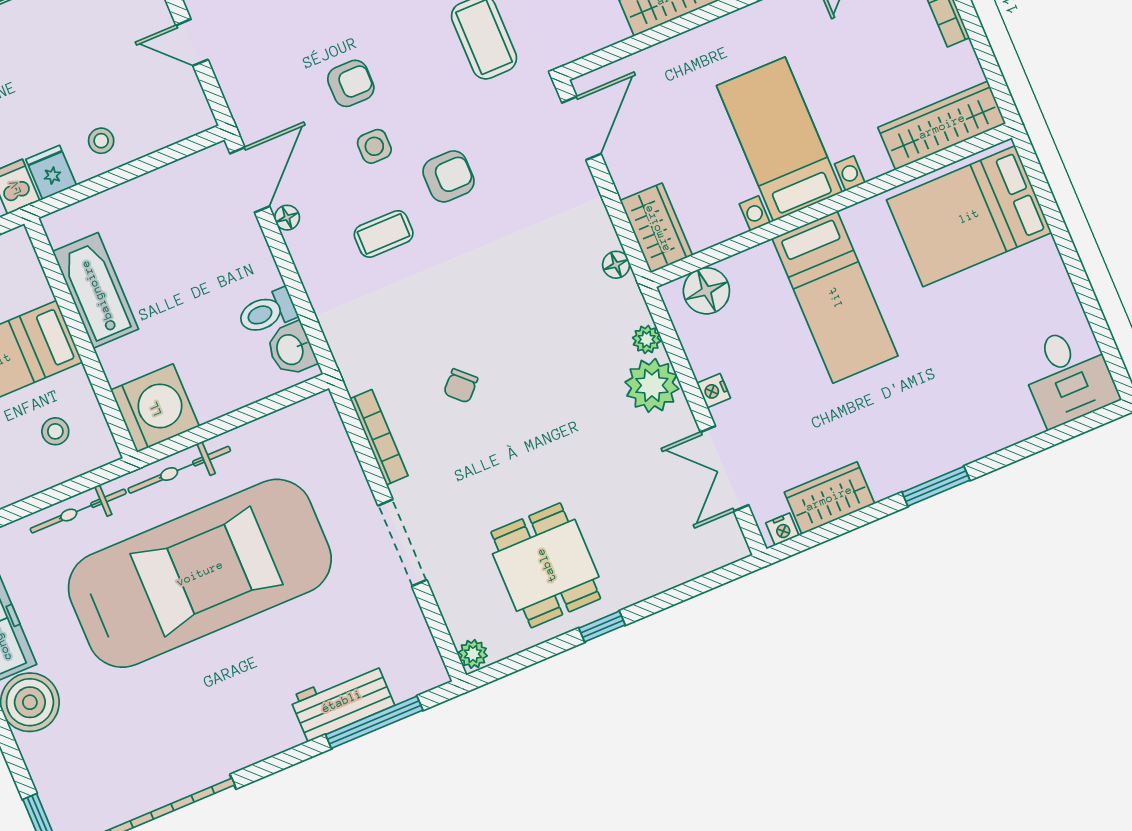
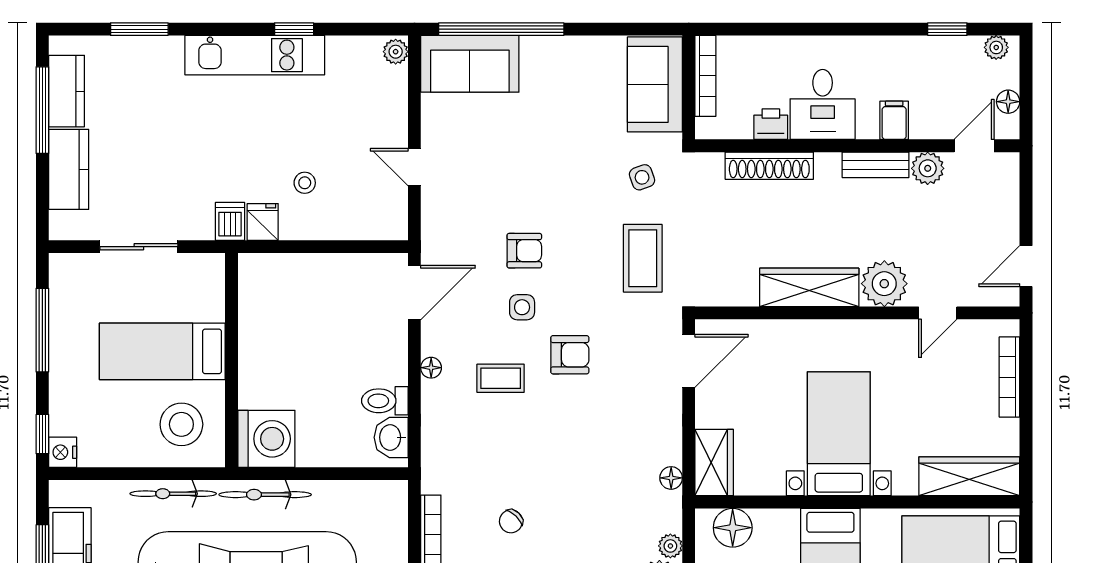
stool: (101, 141) -> (305, 183), moved
floor lamp: (287, 218) -> (431, 368), moved
bathtub: (96, 290) -> (259, 328), removed
stool: (55, 431) -> (181, 424), width x1.89, depth x1.89

